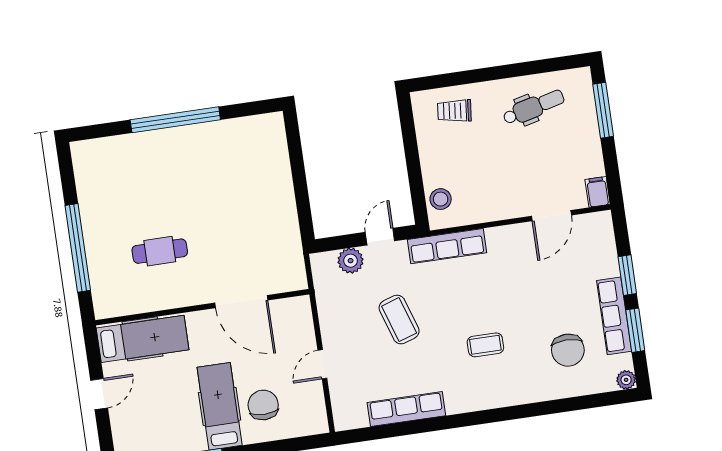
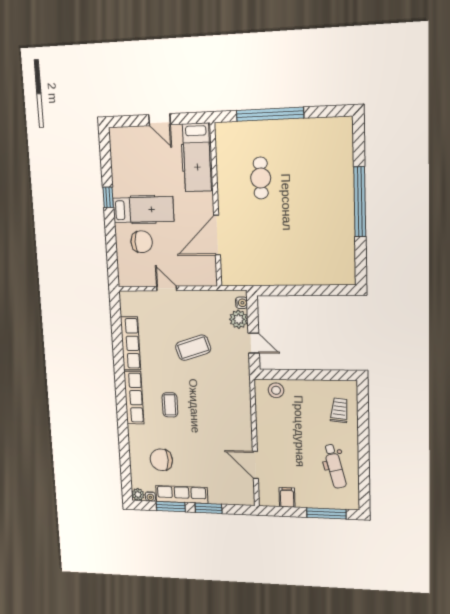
filing cabinet: (598, 192) -> (287, 497), moved, turned -90
row of seats: (447, 246) -> (134, 398), moved, turned 180
water cooler: (327, 259) -> (241, 303), added
water cooler: (626, 361) -> (150, 497), added

